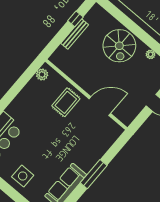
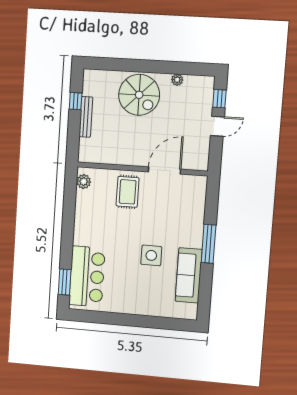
side table: (23, 176) -> (151, 255), moved

